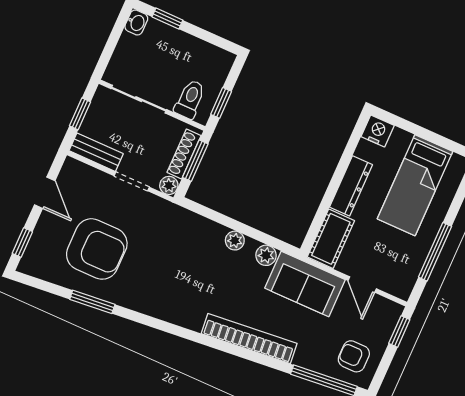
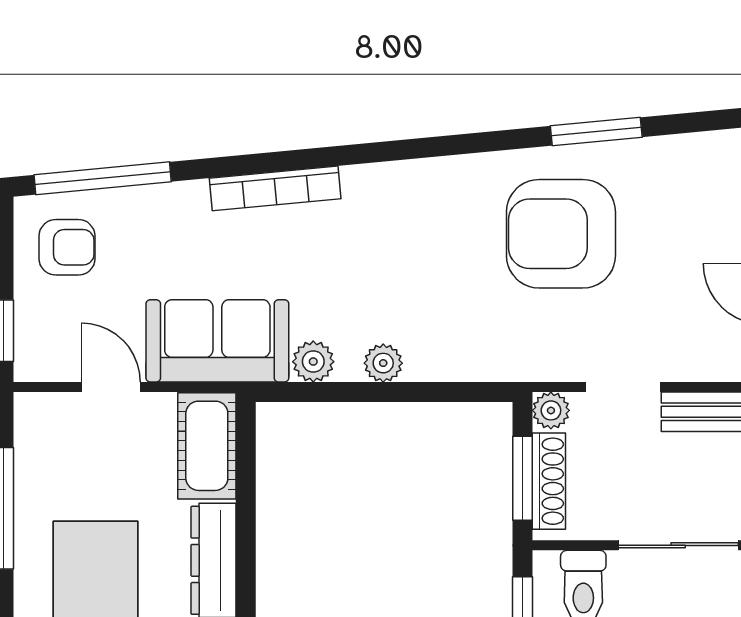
armchair: (97, 249) -> (561, 234), moved
bookcase: (249, 338) -> (275, 188), width x0.68, depth x0.76

